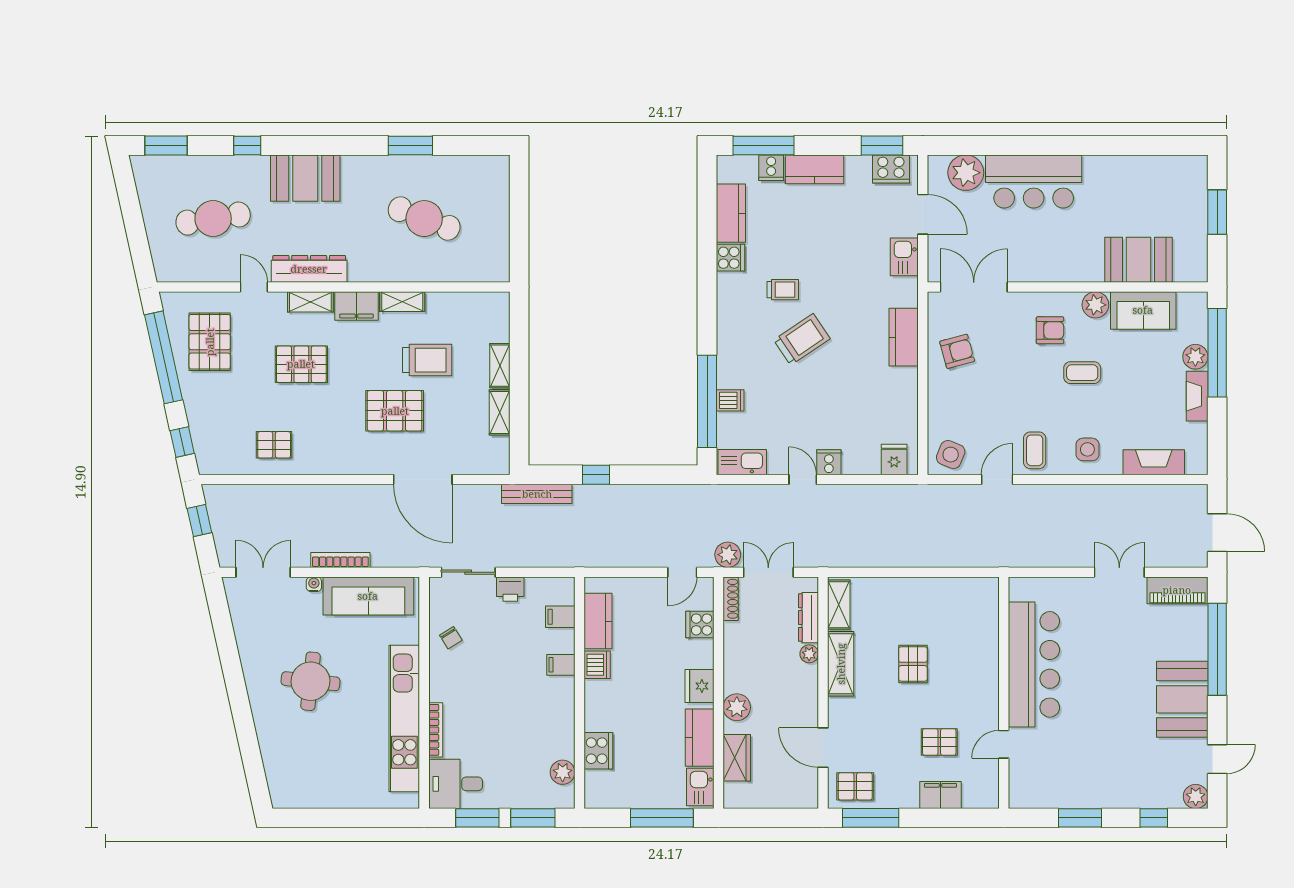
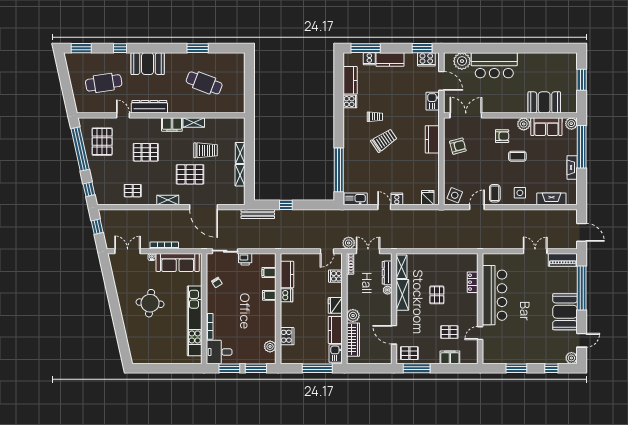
shelving: (310, 302) -> (168, 200), moved
plant: (1195, 357) -> (571, 124), moved
dishwasher: (730, 400) -> (350, 169), removed
locker: (988, 637) -> (473, 282), added
wardrobe: (737, 758) -> (353, 340), width x1.50

